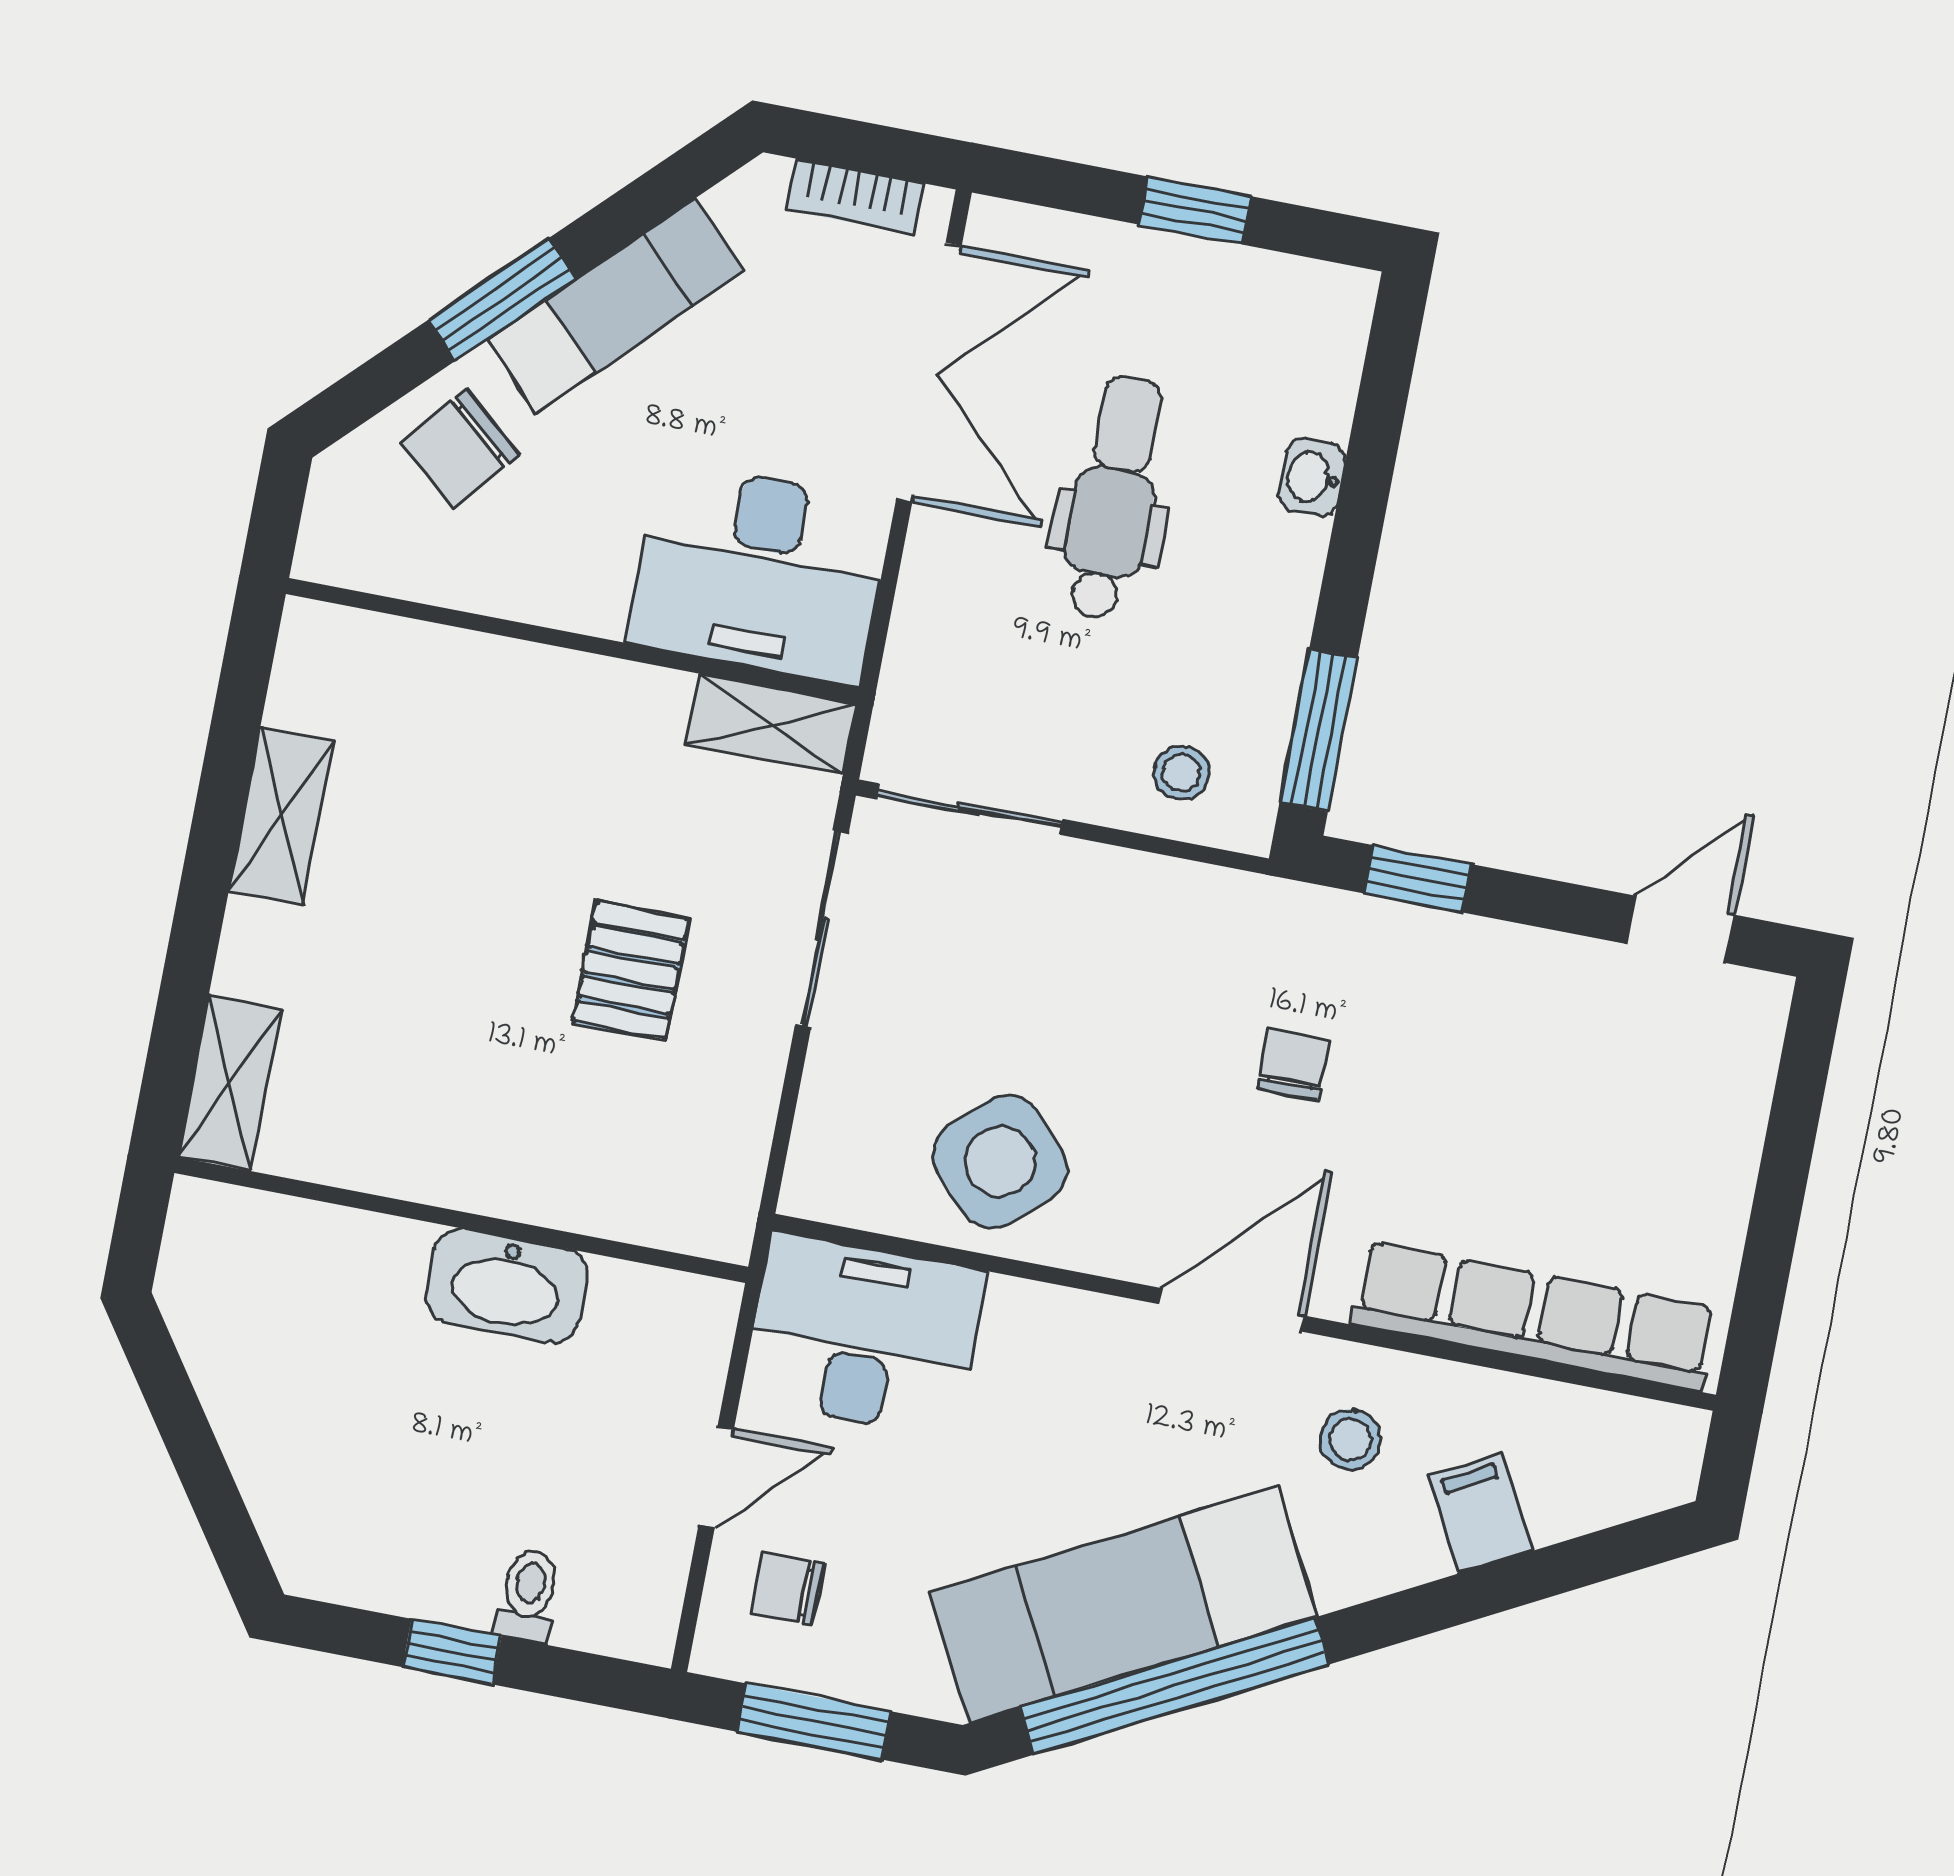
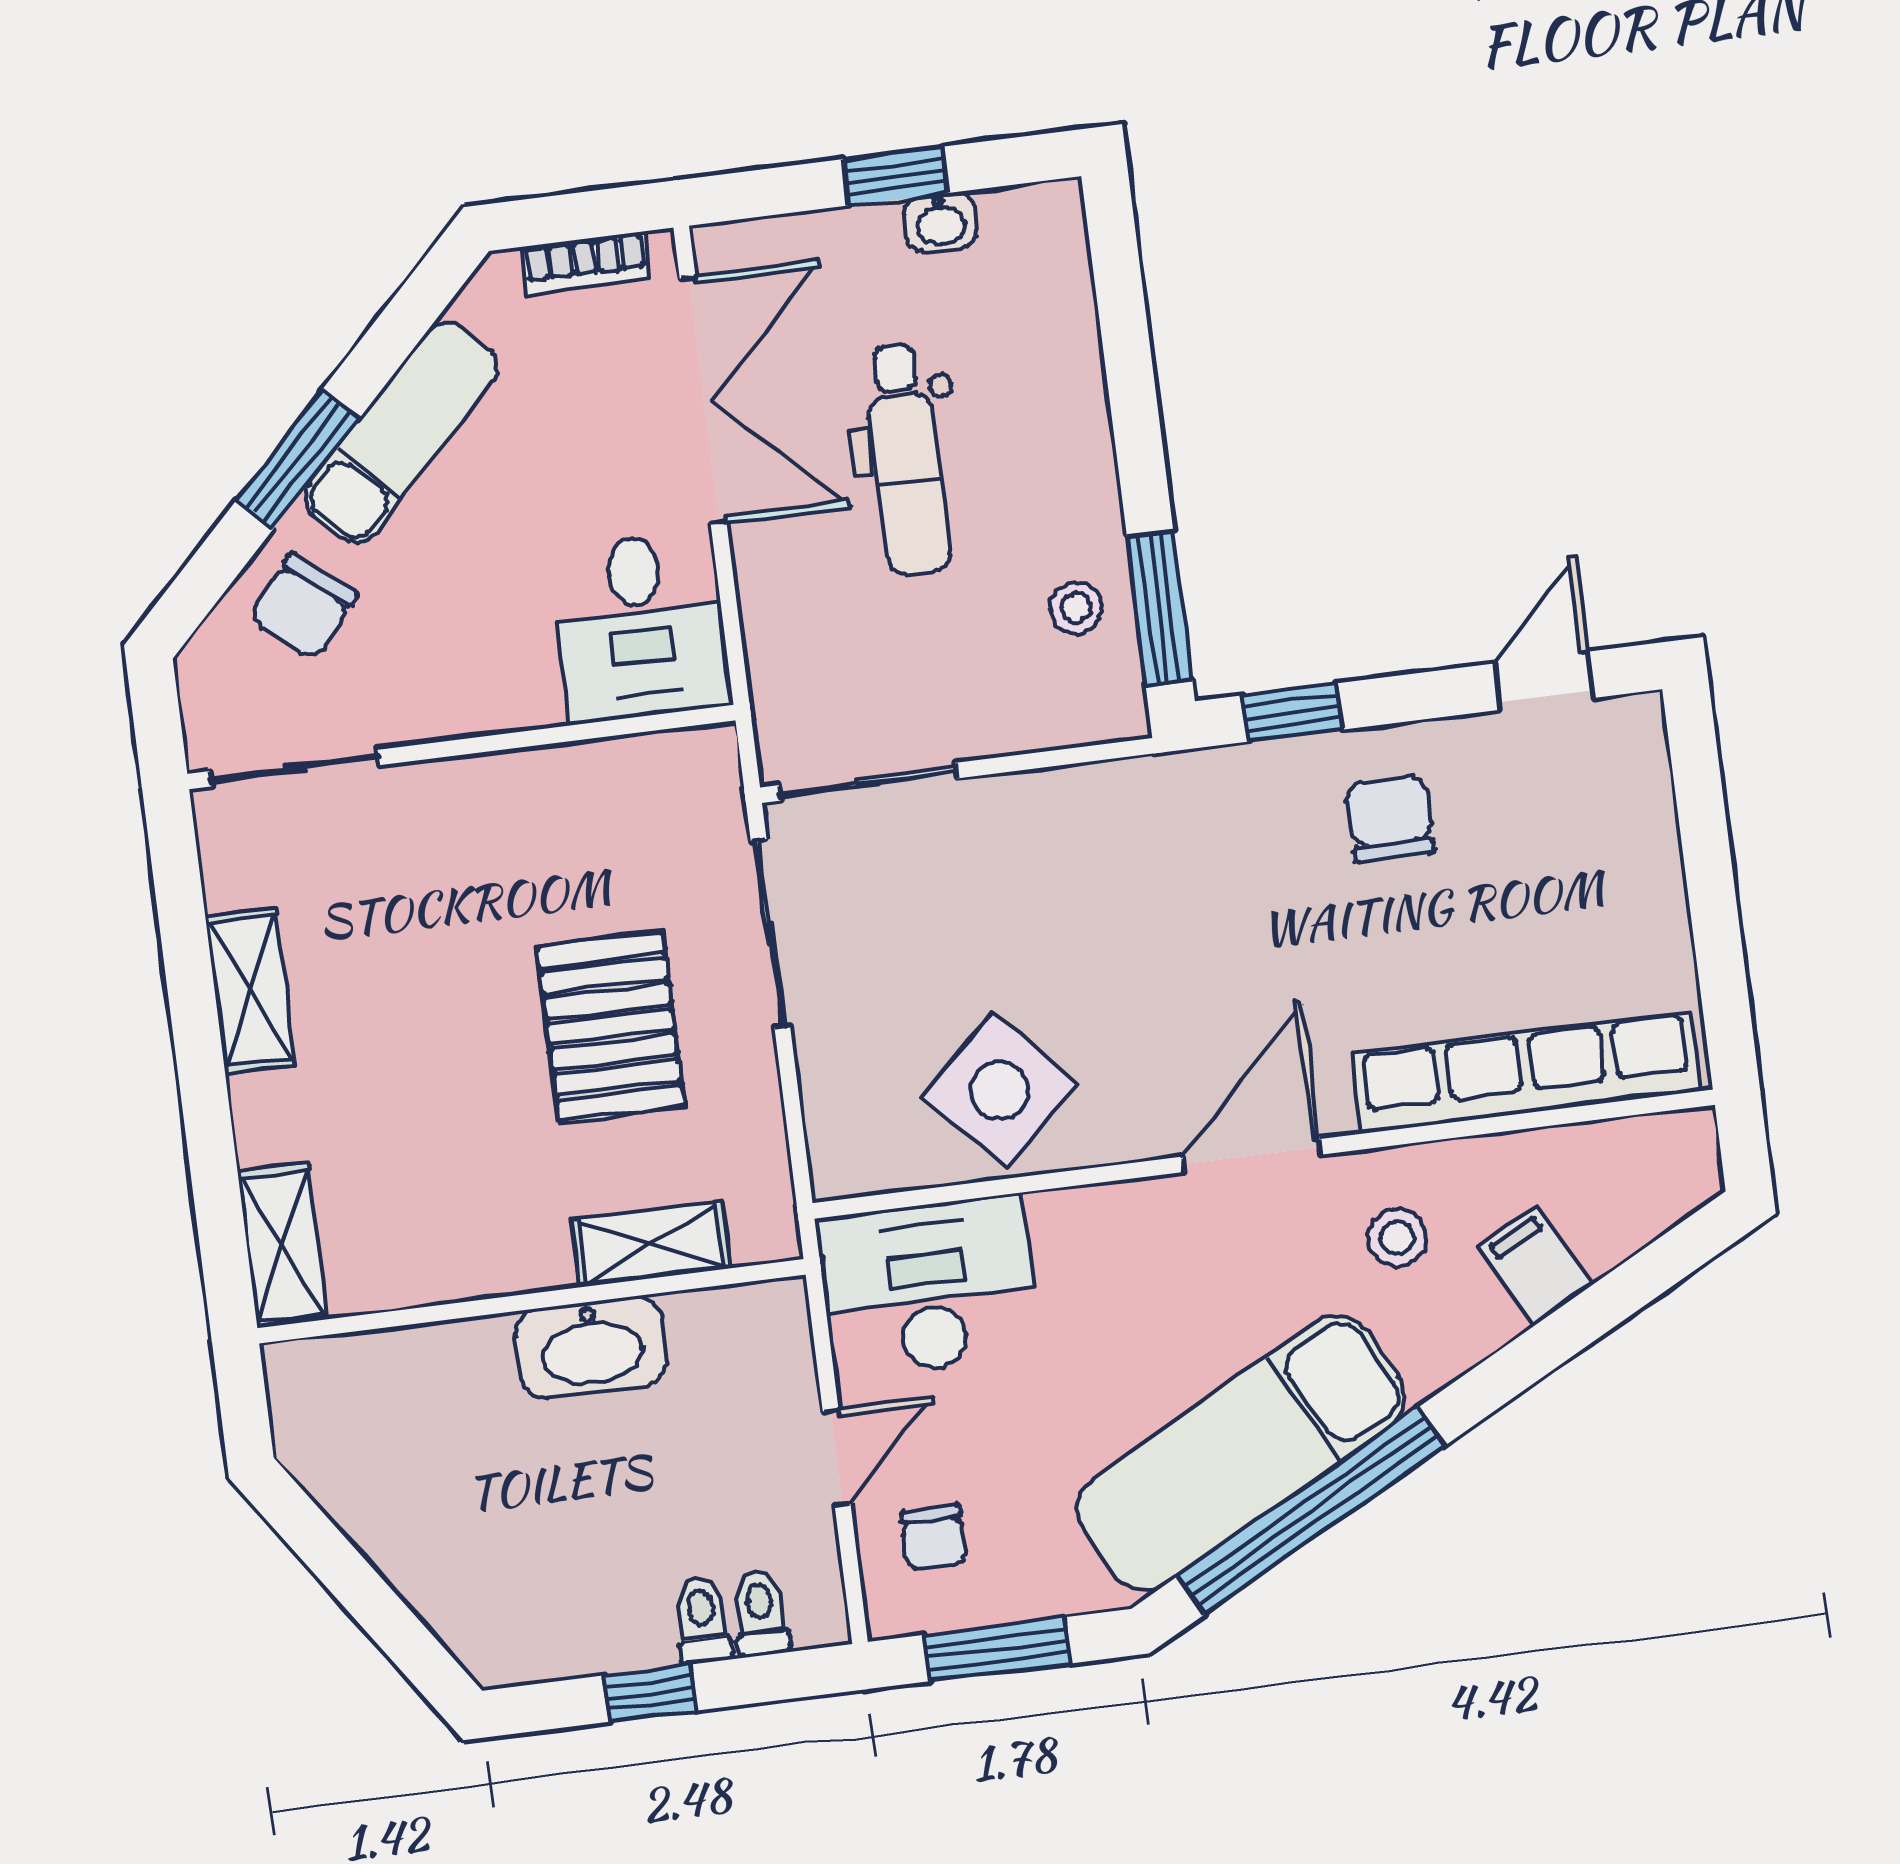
washbasin: (1312, 478) -> (941, 222), moved, turned -90
dental chair: (1114, 498) -> (906, 459), turned 180
desk: (760, 573) -> (640, 627), width x0.73
sliding door: (398, 607) -> (294, 768), added
shelving: (771, 724) -> (651, 1244), moved
stool: (1182, 773) -> (1076, 607), moved
pallet: (631, 970) -> (611, 1027), width x1.50, depth x1.42
chair: (1293, 1065) -> (1390, 818), moved, width x1.37, depth x1.37
chair: (788, 1589) -> (934, 1538), turned -90
toilet: (589, 1607) -> (761, 1613), added

